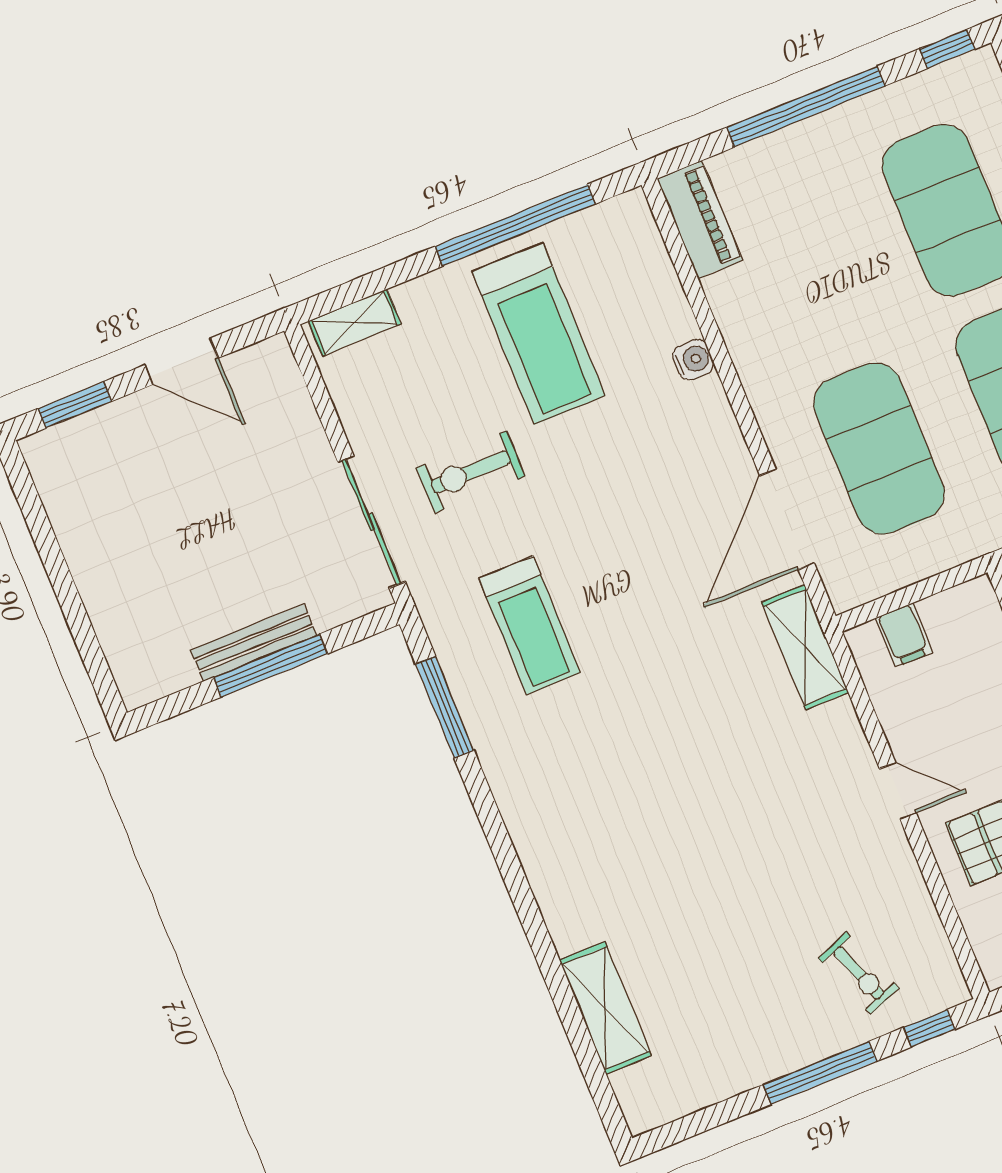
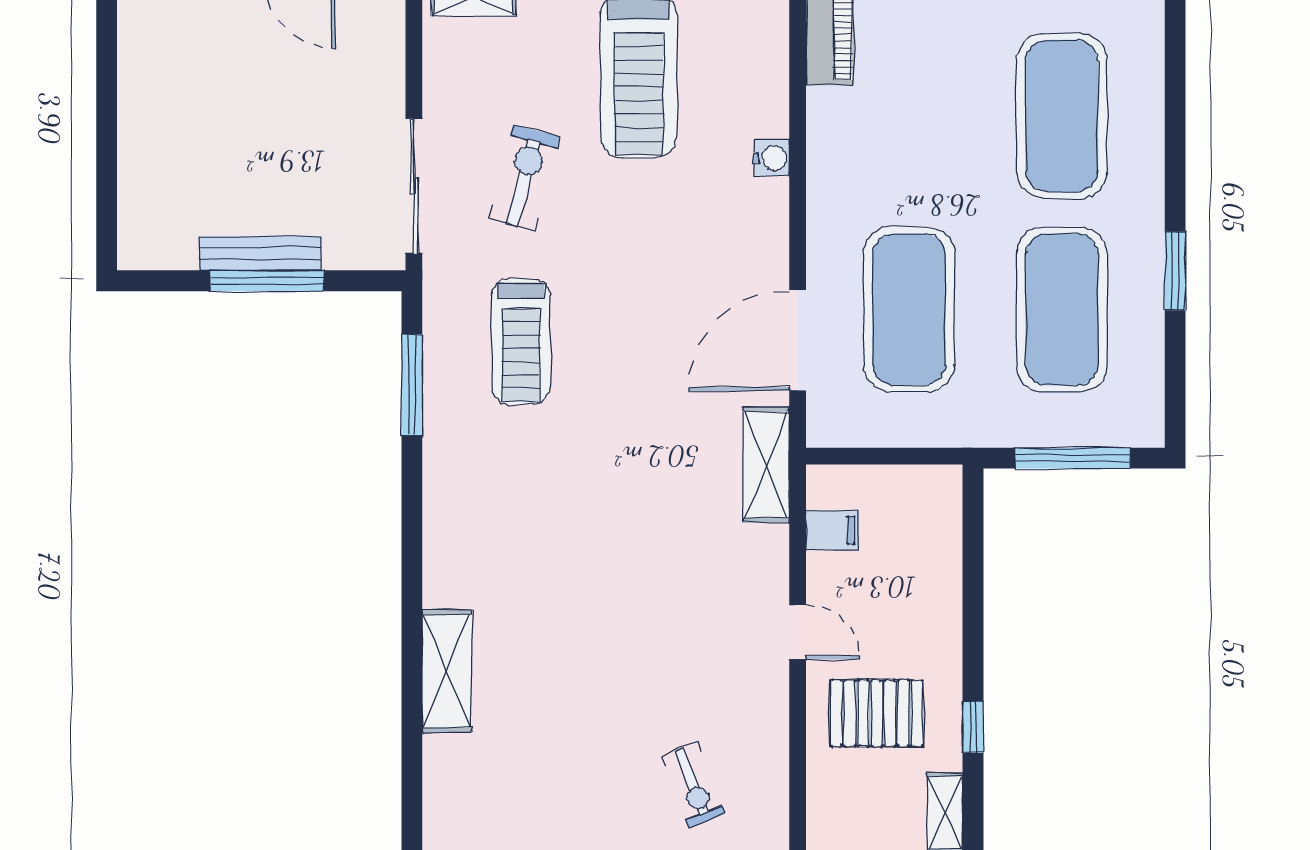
exercise bike: (471, 472) -> (524, 178), turned 105
filing cabinet: (904, 635) -> (832, 530), moved, turned -90
shelving: (605, 1008) -> (447, 671), moved

